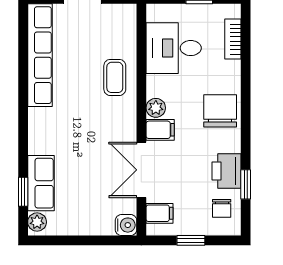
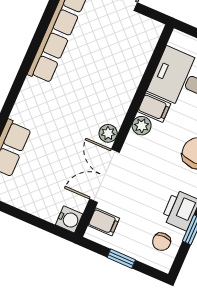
coffee table: (115, 77) -> (117, 82), removed
plant: (128, 129) -> (108, 133), added
filing cabinet: (160, 130) -> (154, 108), moved

